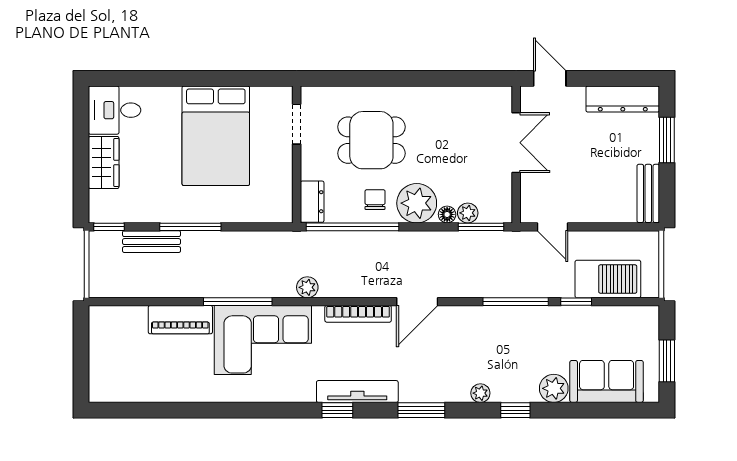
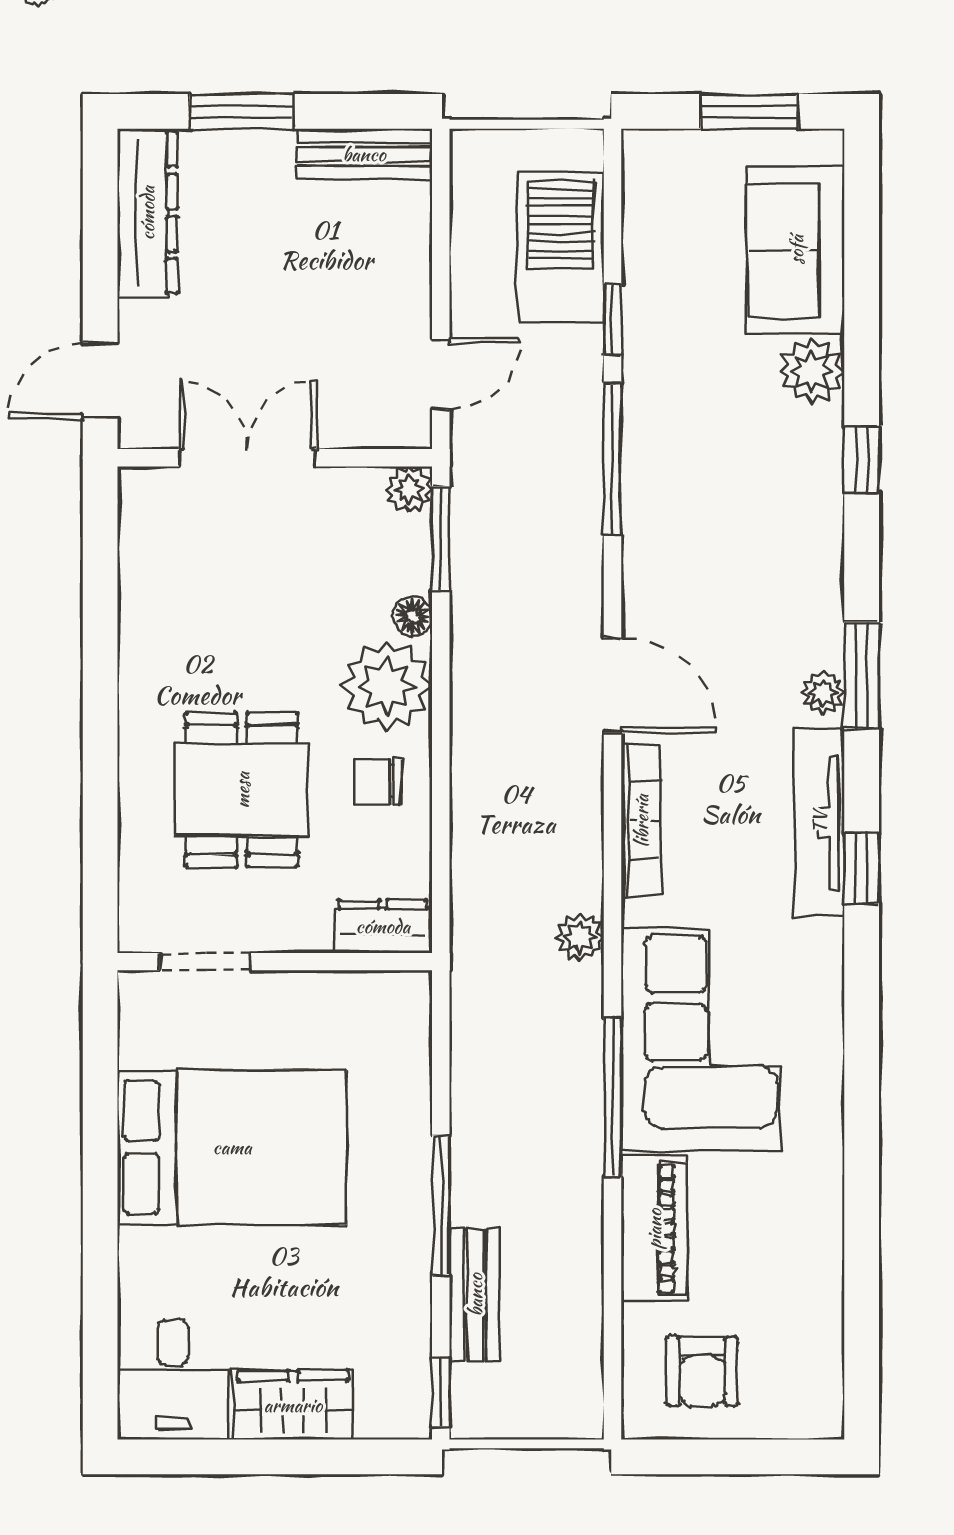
plant: (468, 213) -> (409, 489), moved
window: (353, 227) -> (441, 833), removed
armchair: (118, 341) -> (702, 1371), added
plant: (480, 393) -> (823, 693), moved

